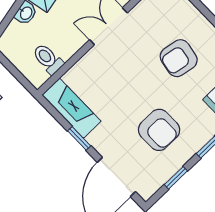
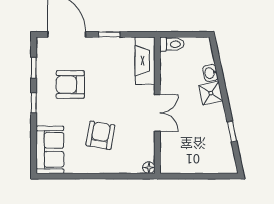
toilet: (48, 59) -> (172, 44), moved
fireplace: (71, 108) -> (145, 61), moved, turned 90

